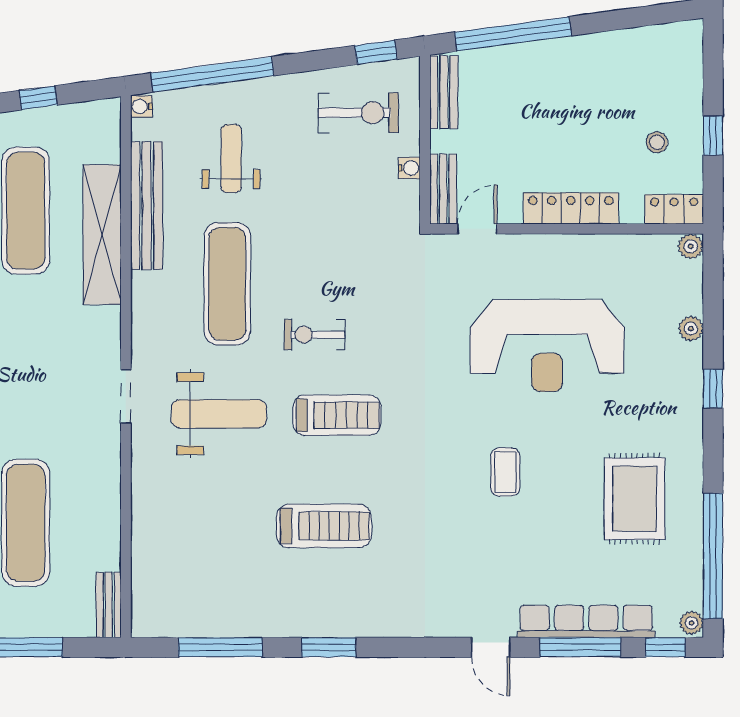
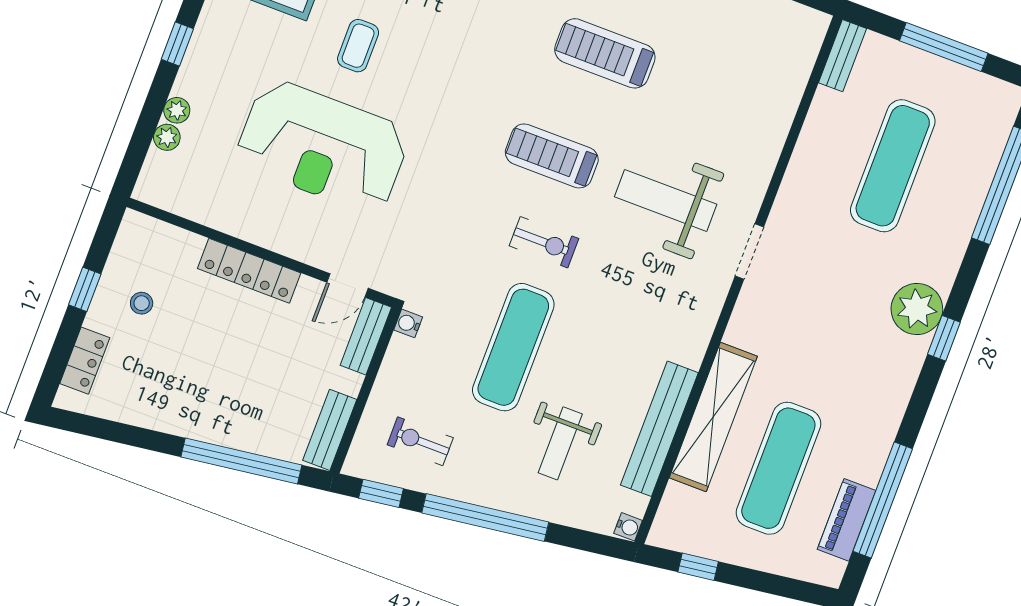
window: (212, 74) -> (485, 517), moved
window: (38, 98) -> (698, 567), moved
exercise bike: (358, 113) -> (420, 441), width x0.73, depth x0.72
water cooler: (409, 168) -> (408, 323), moved
locker: (674, 209) -> (85, 361), moved, turned -90
plant: (691, 246) -> (167, 137), moved
exercise mat: (227, 284) -> (513, 347), moved
reception desk: (547, 346) -> (323, 146), turned 180
coffee table: (505, 472) -> (358, 46), moved

